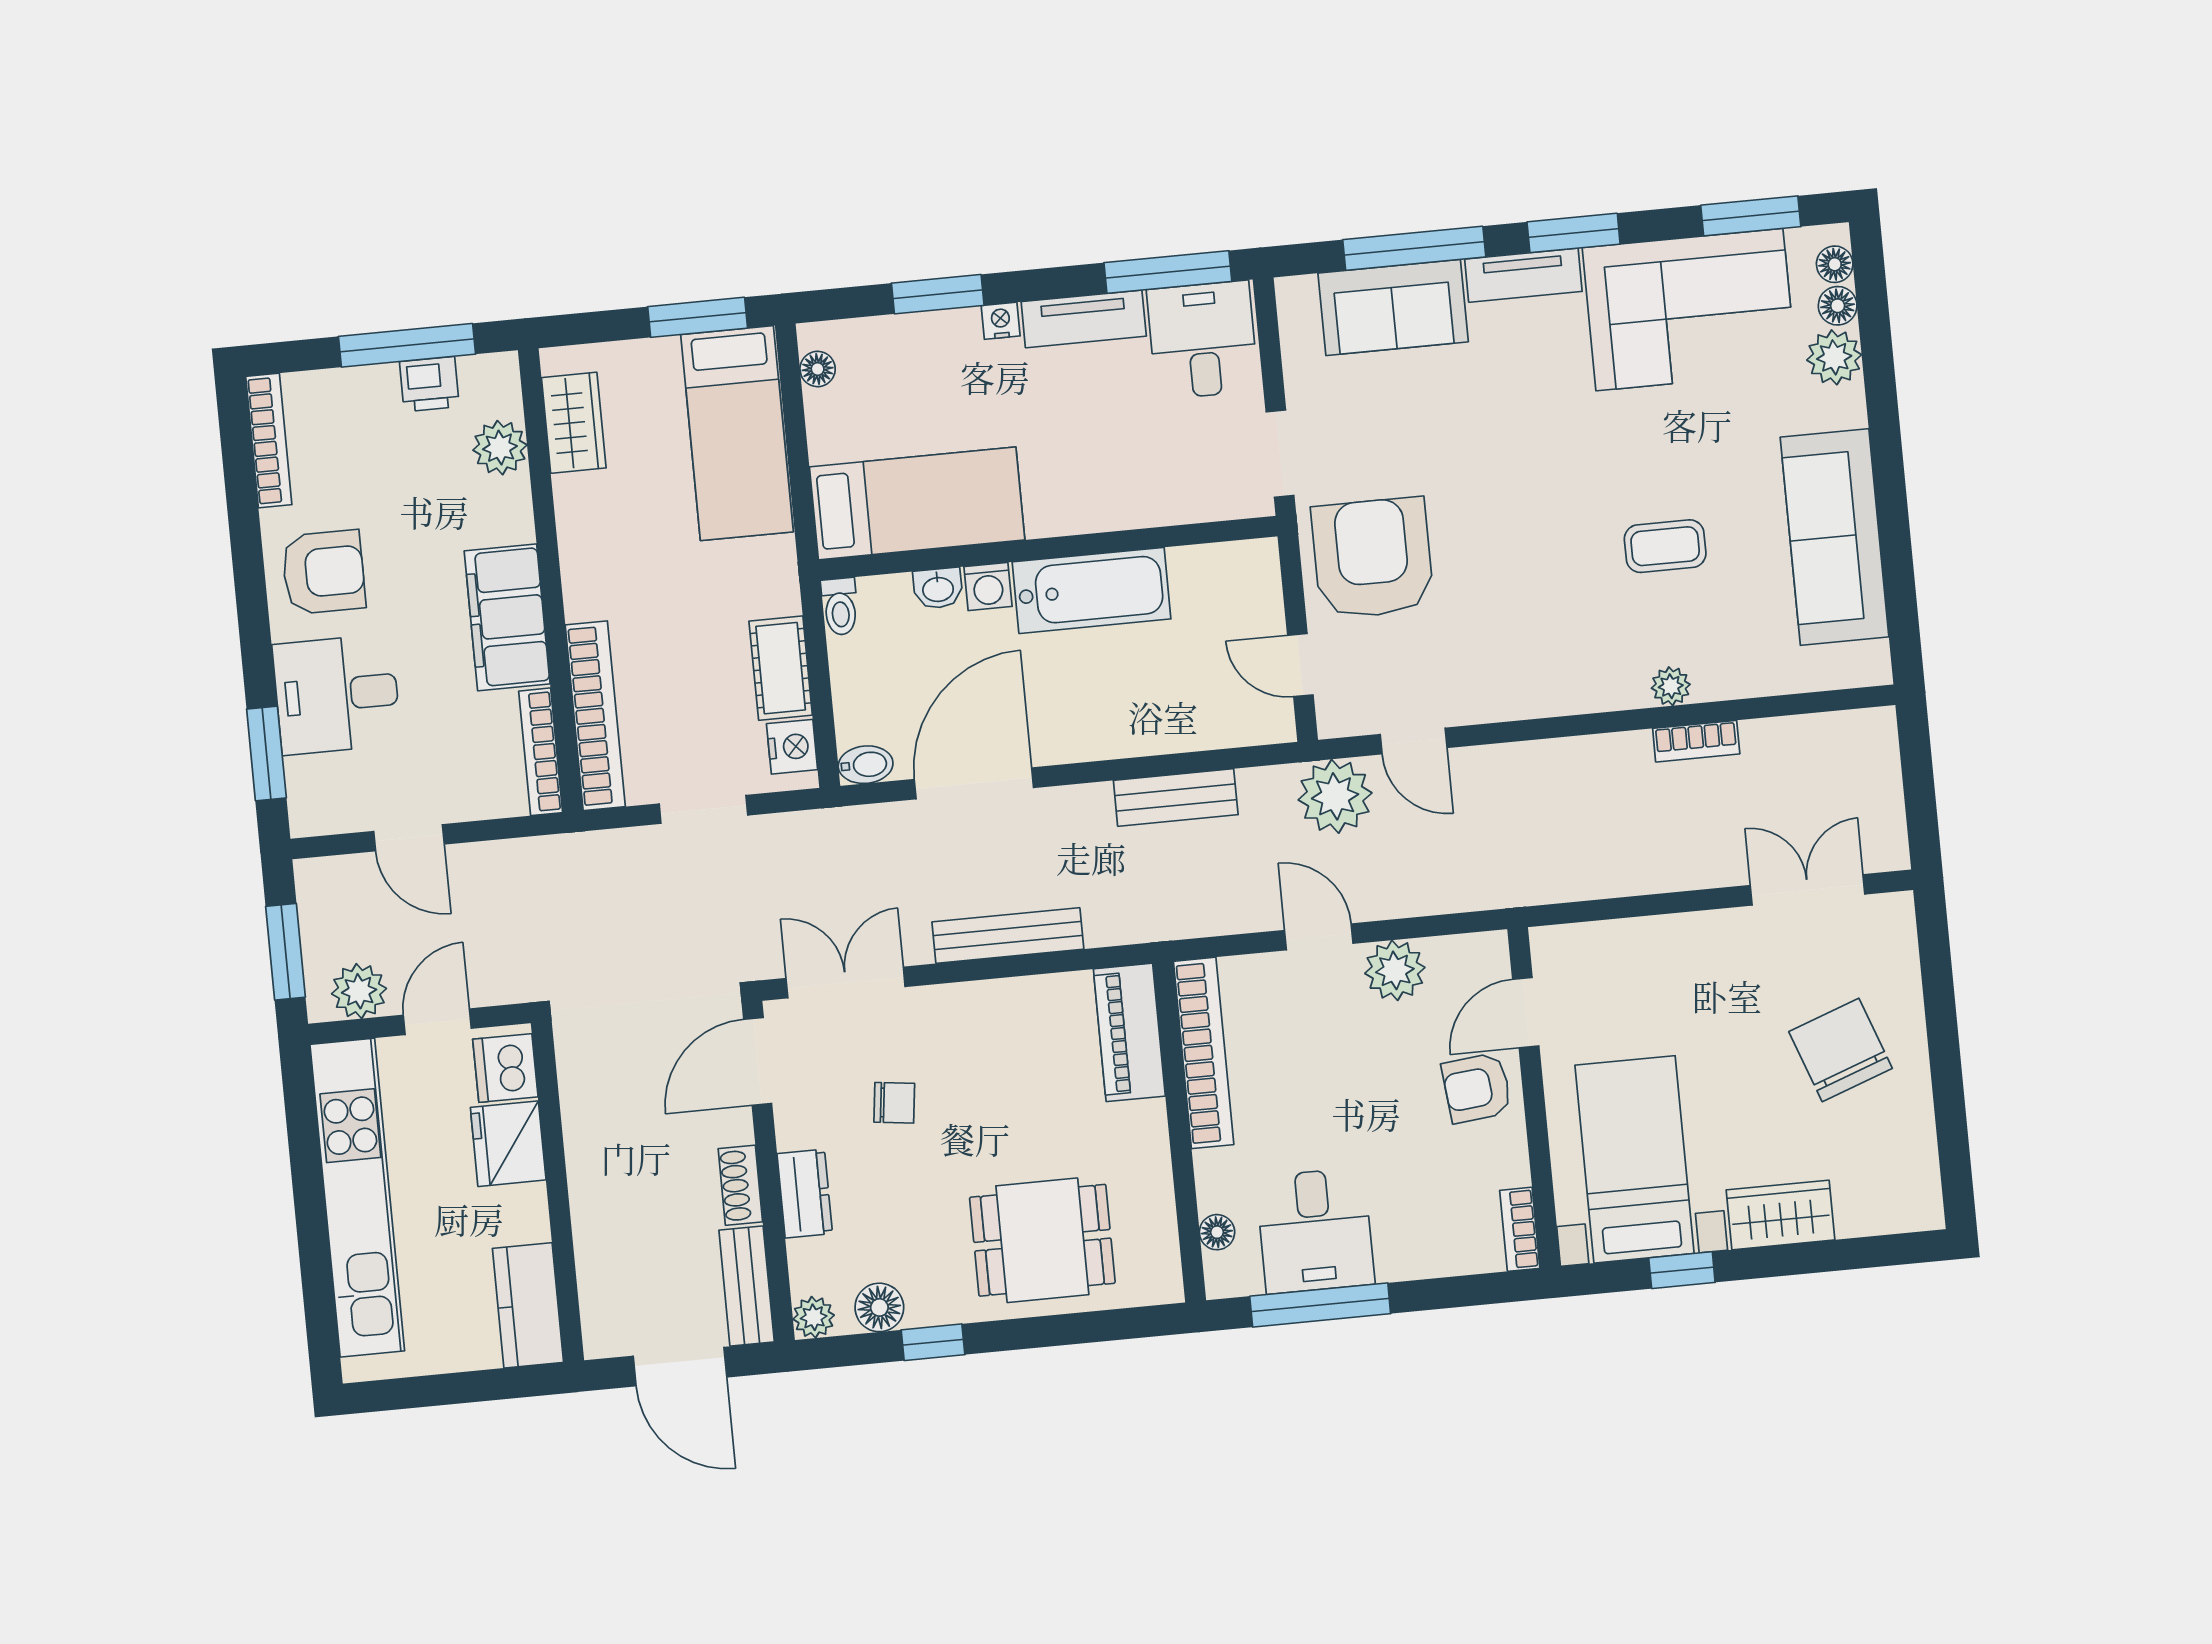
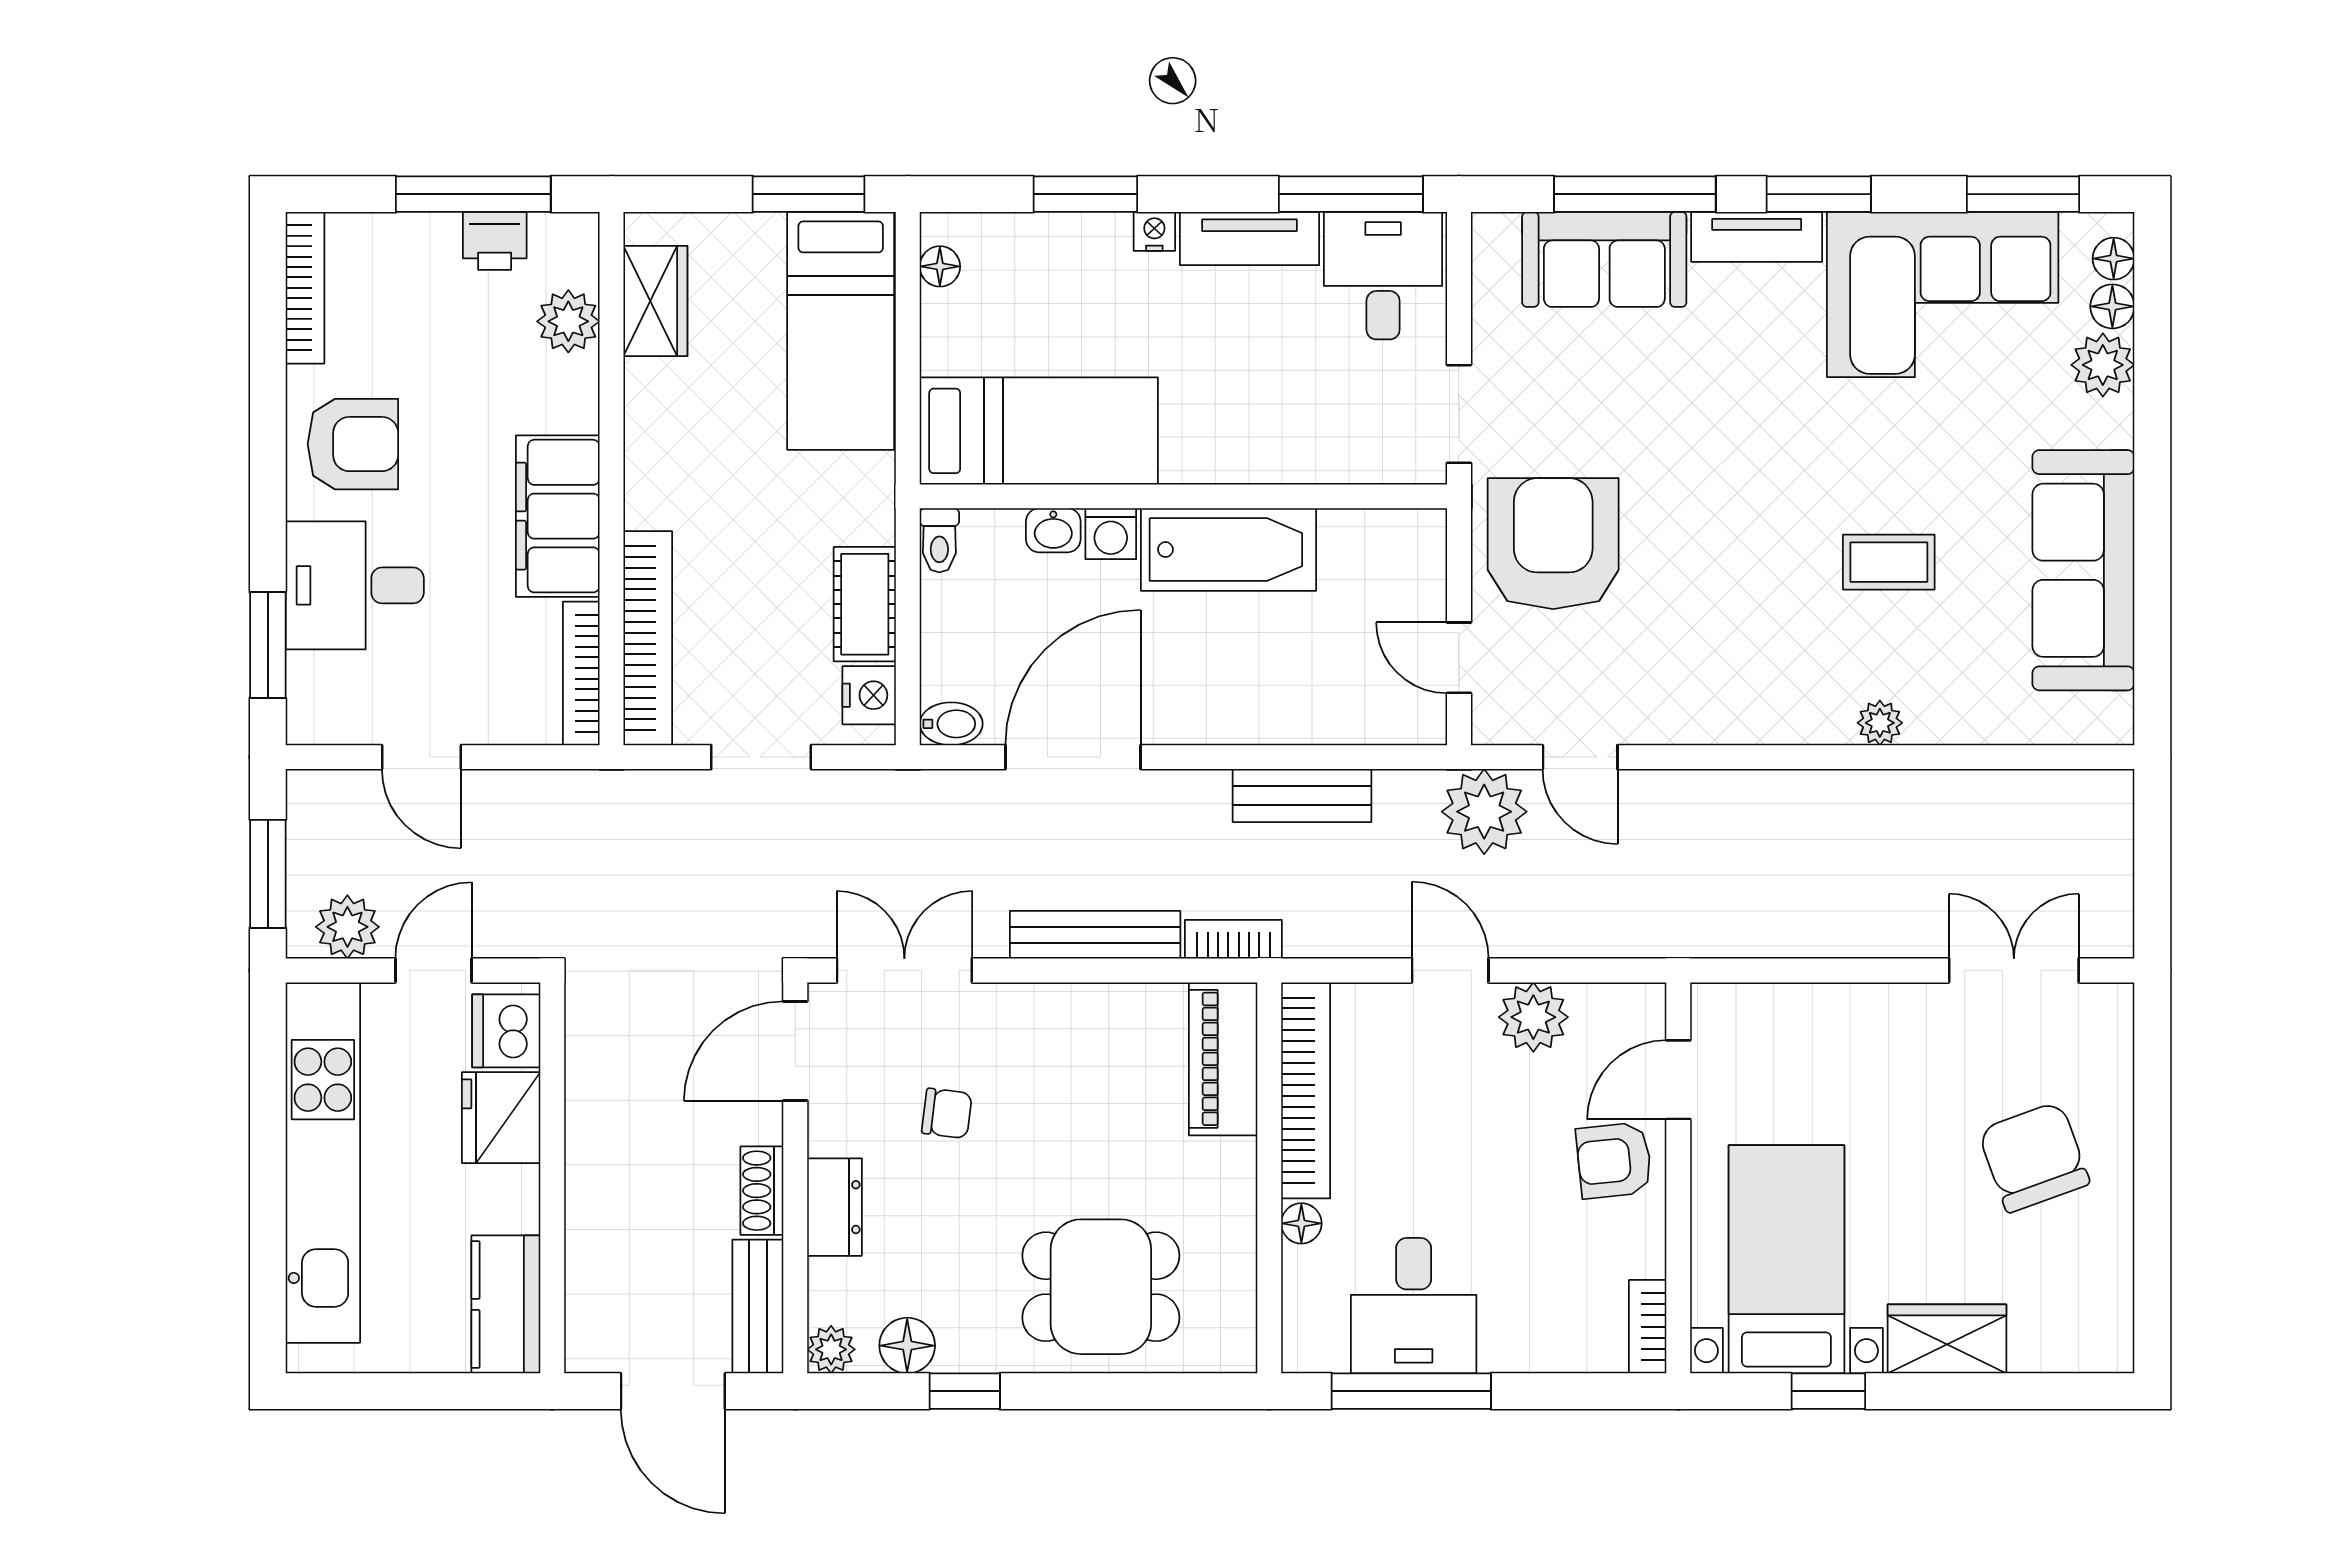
bookcase: (1696, 741) -> (1233, 939), moved, turned 180
floor lamp: (1217, 1232) -> (1301, 1223), moved

